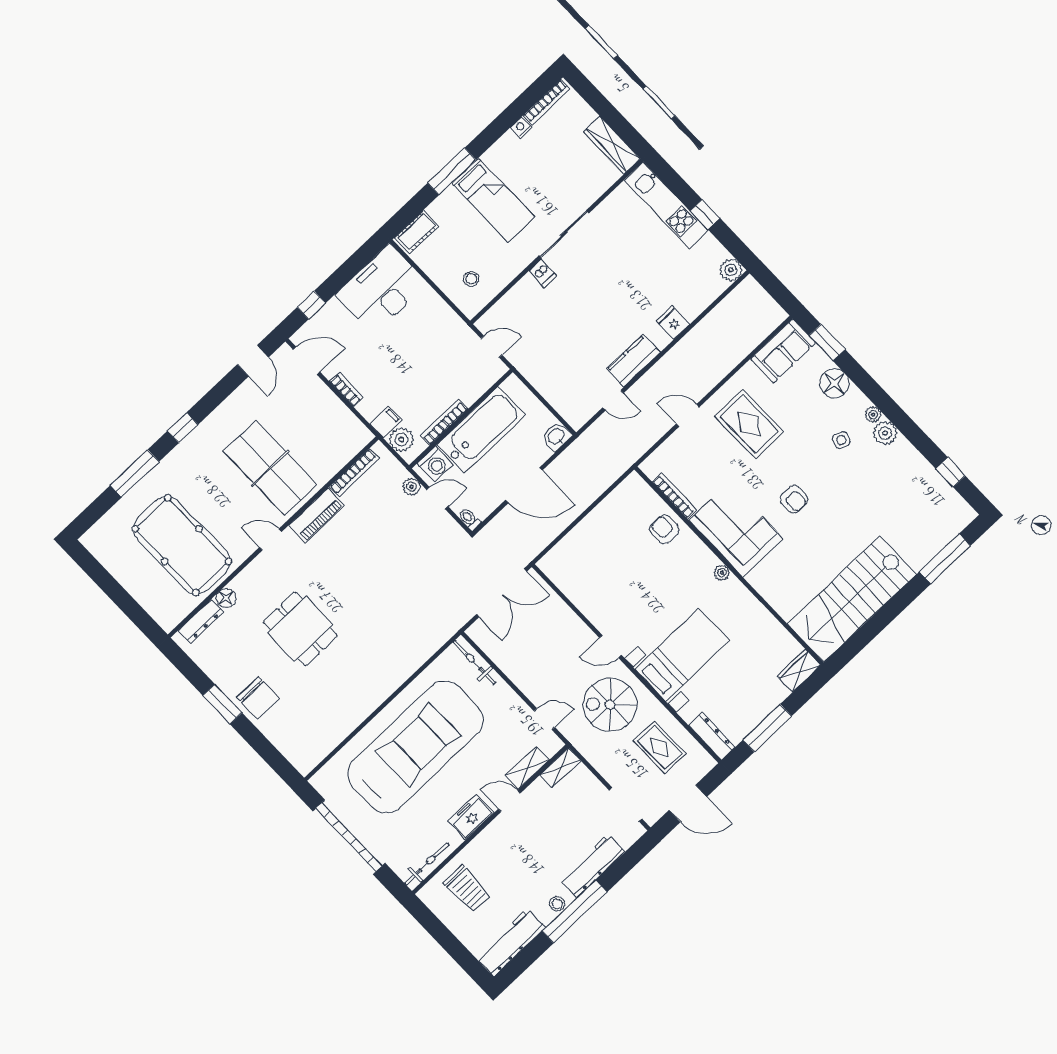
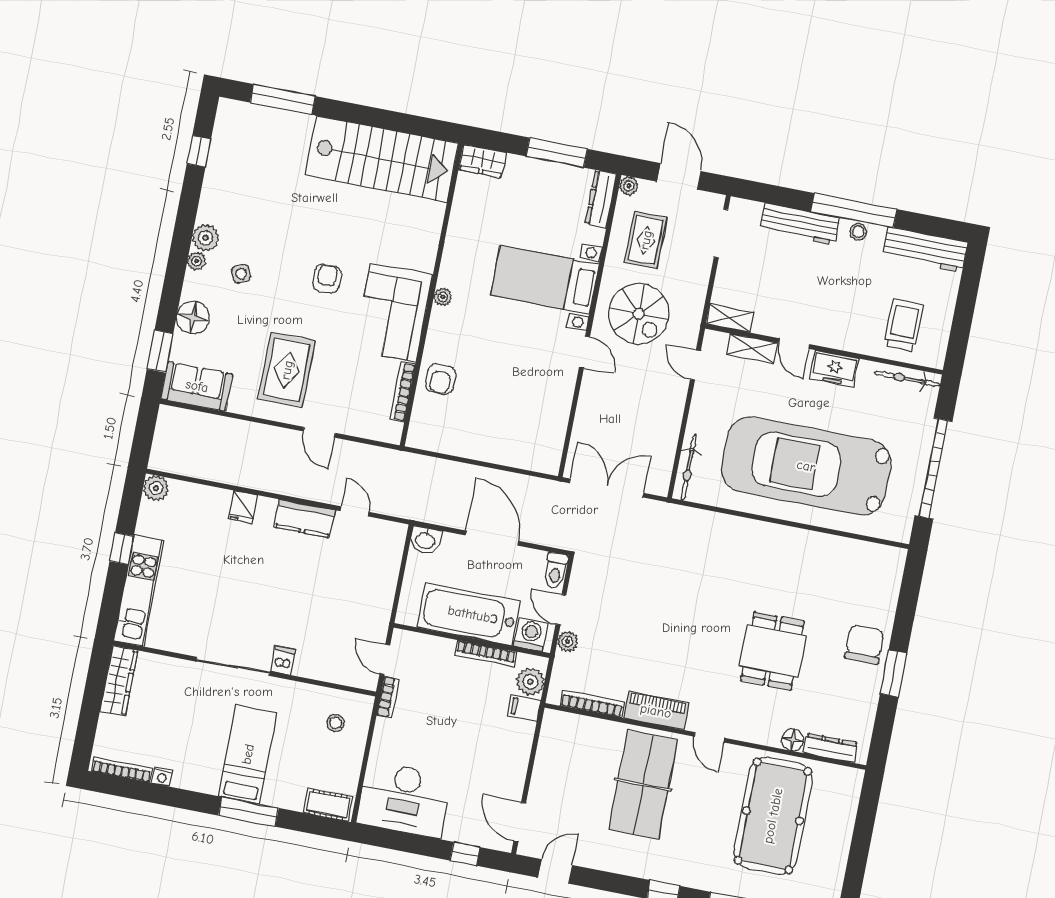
bookcase: (347, 389) -> (388, 697), moved, turned 180
side table: (841, 440) -> (241, 274), turned 45
toilet: (469, 519) -> (555, 571), width x1.37, depth x1.39
plant: (707, 763) -> (629, 186), added

